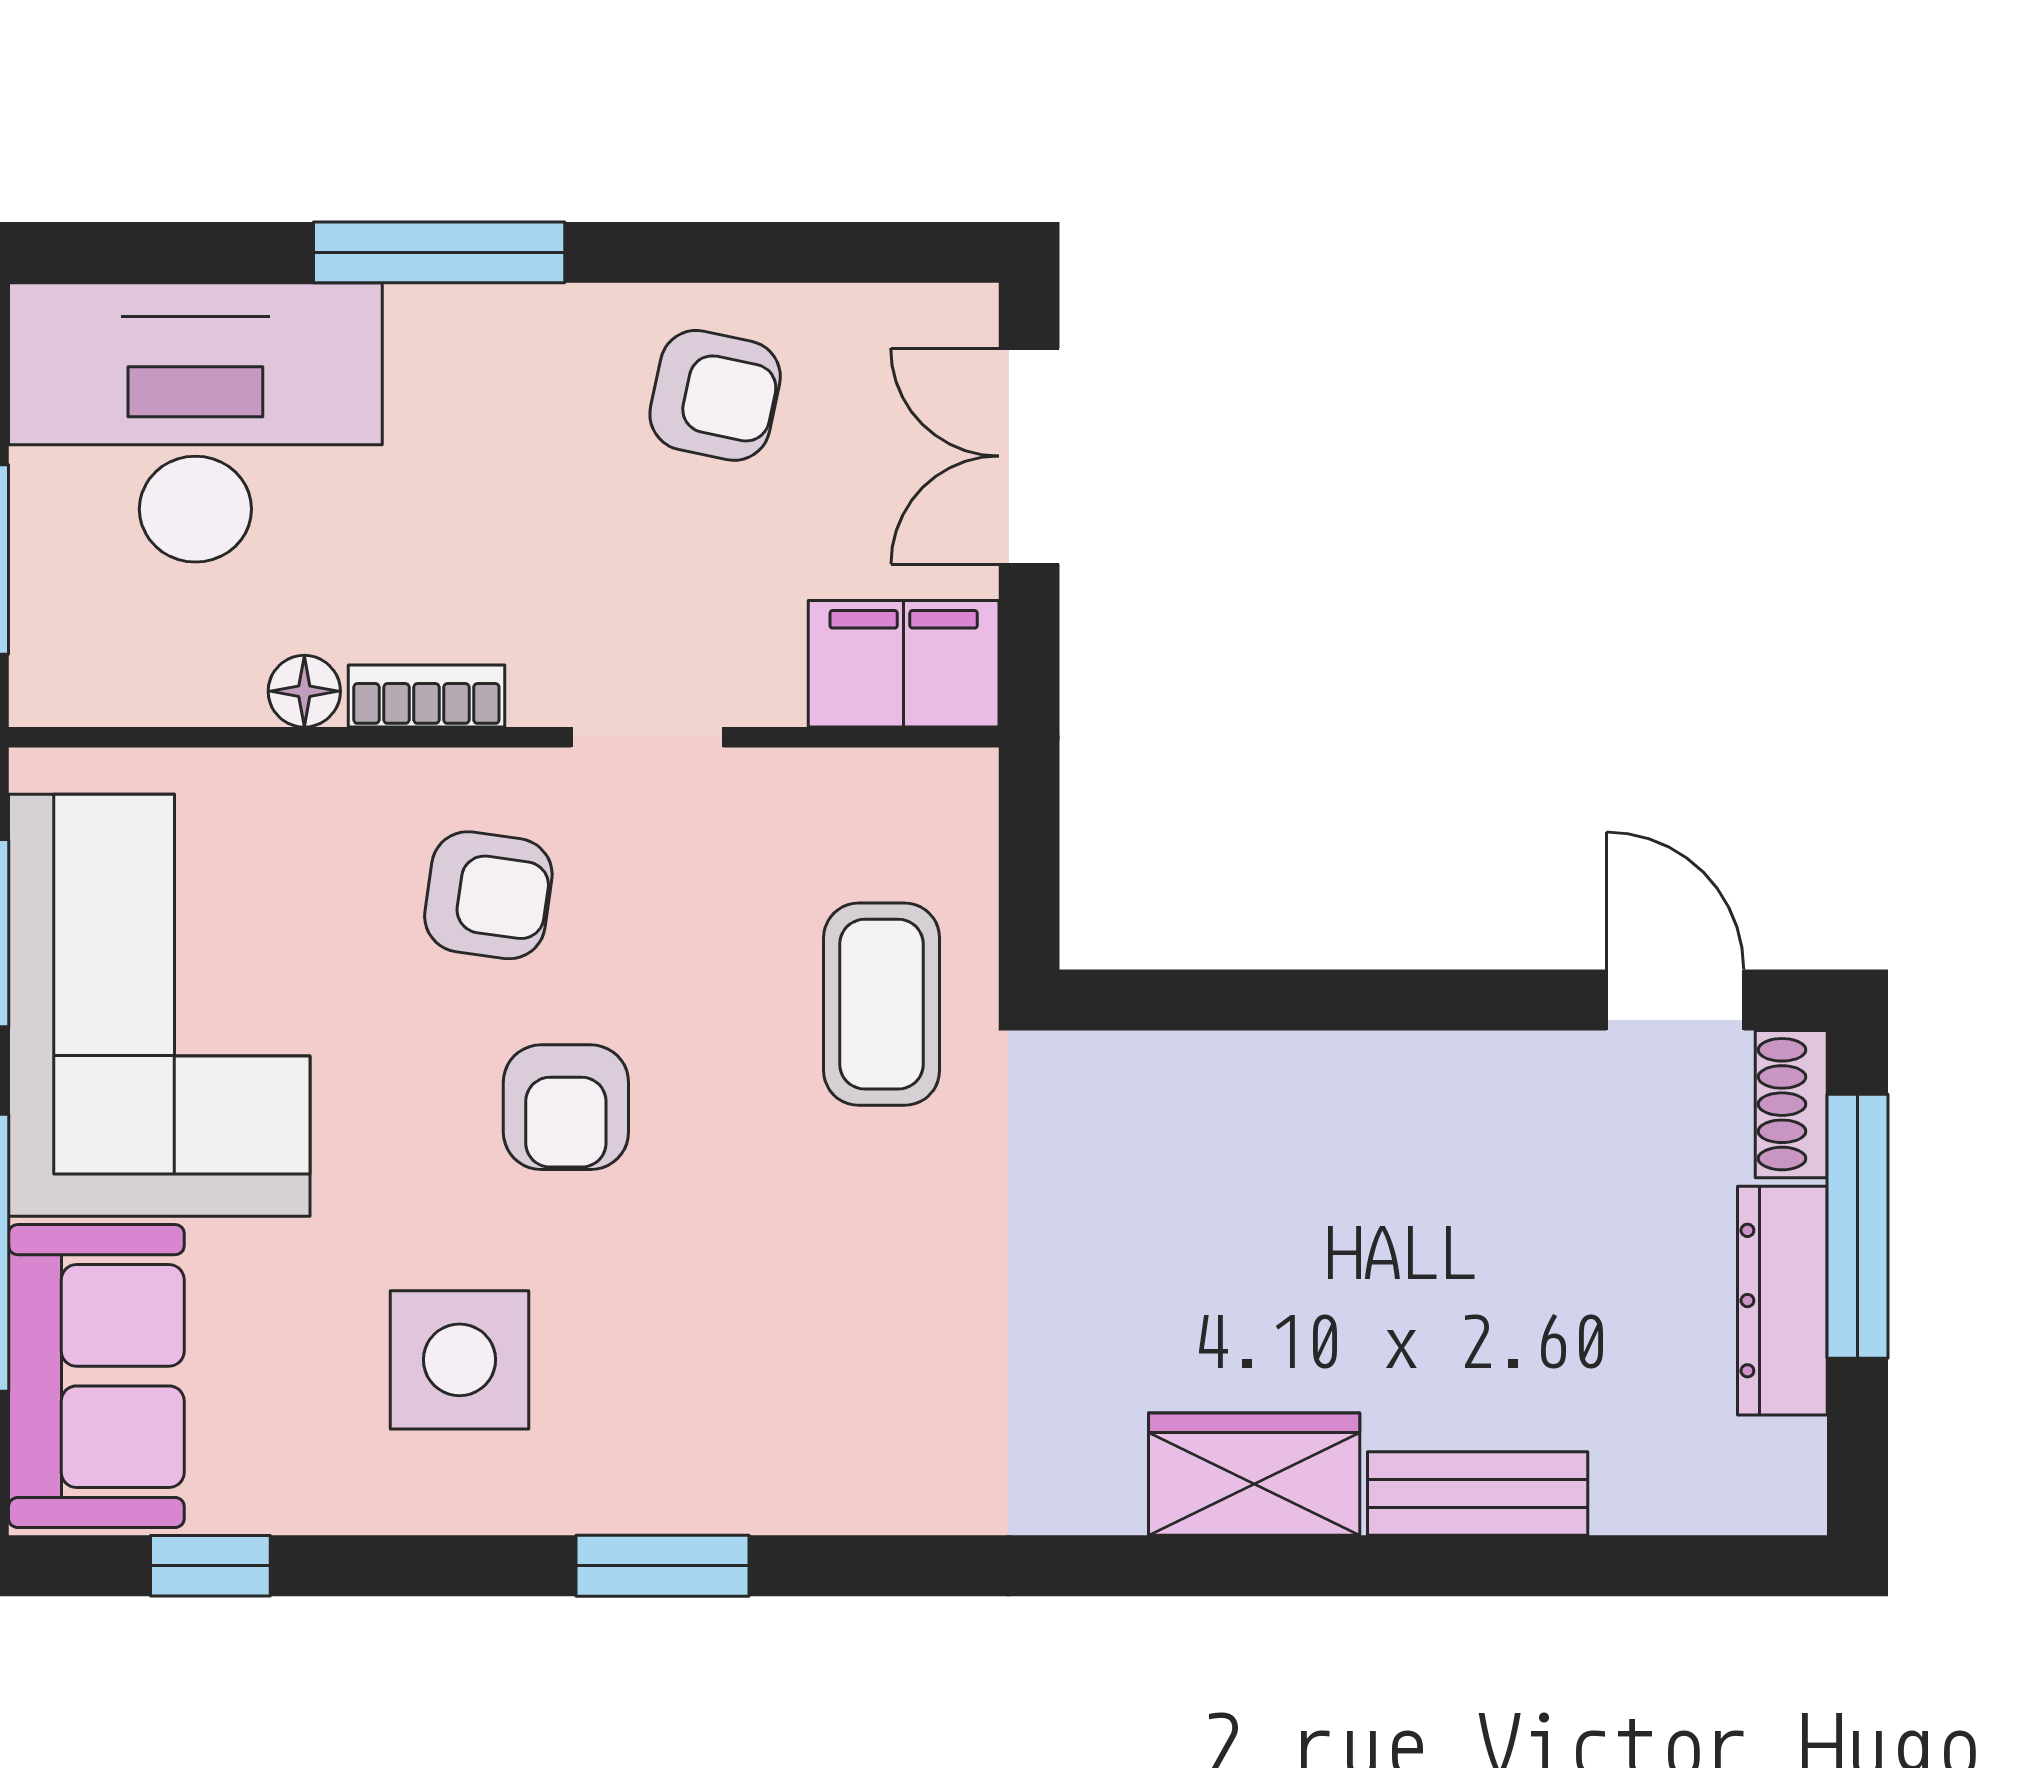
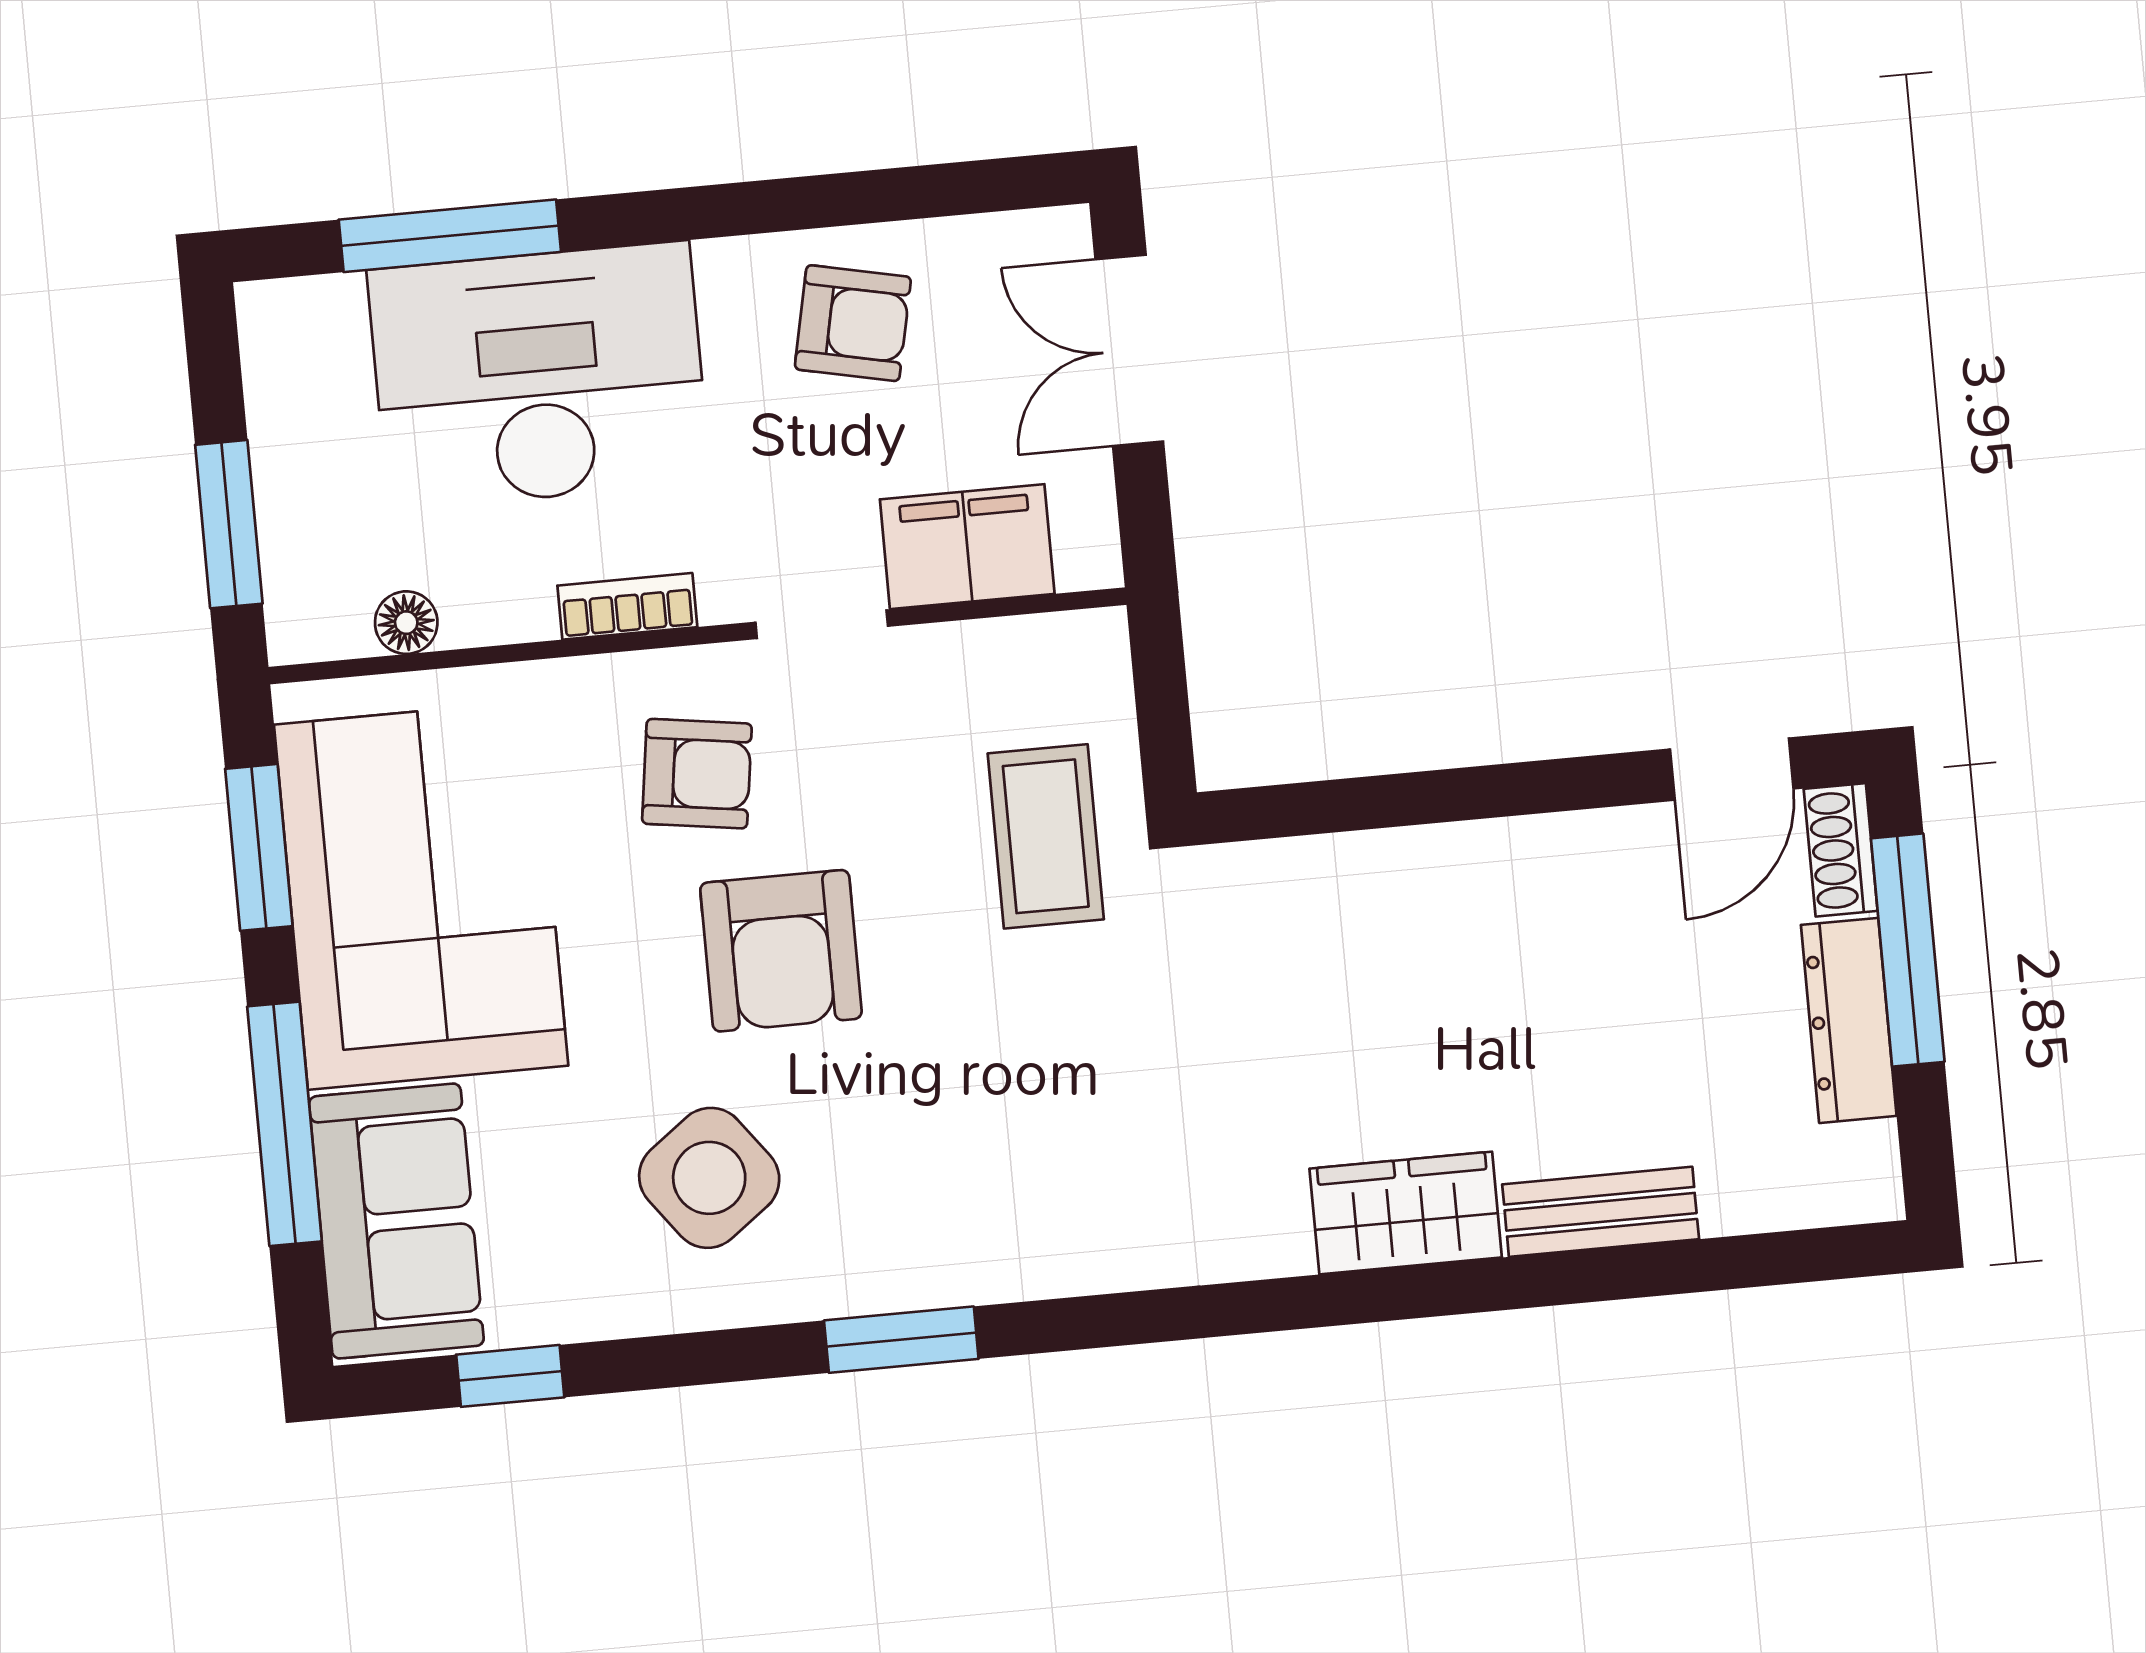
window: (439, 252) -> (450, 236), moved
desk: (195, 422) -> (539, 376), moved
filing cabinet: (904, 664) -> (967, 547), moved
floor lamp: (304, 691) -> (406, 623), moved
door: (1675, 1000) -> (1732, 769), swing flipped
armchair: (566, 1107) -> (781, 951), width x1.38, depth x1.38
side table: (459, 1360) -> (709, 1178), turned -37

